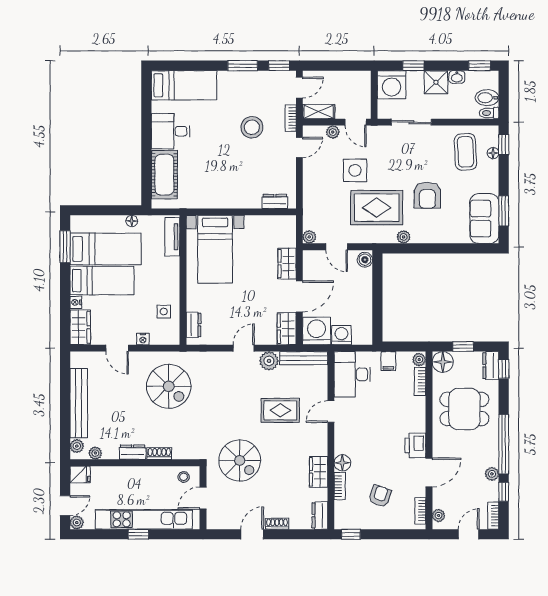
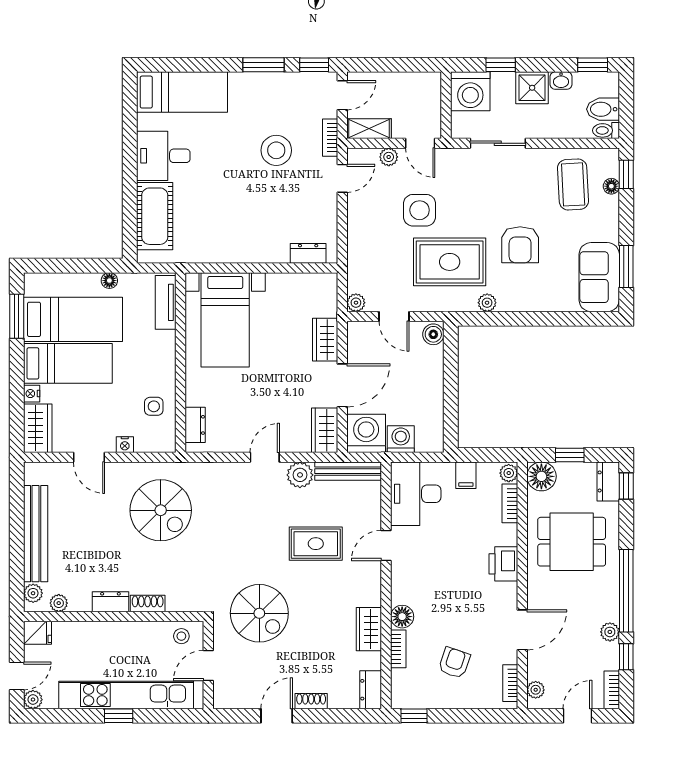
printer: (415, 445) -> (503, 564), moved

